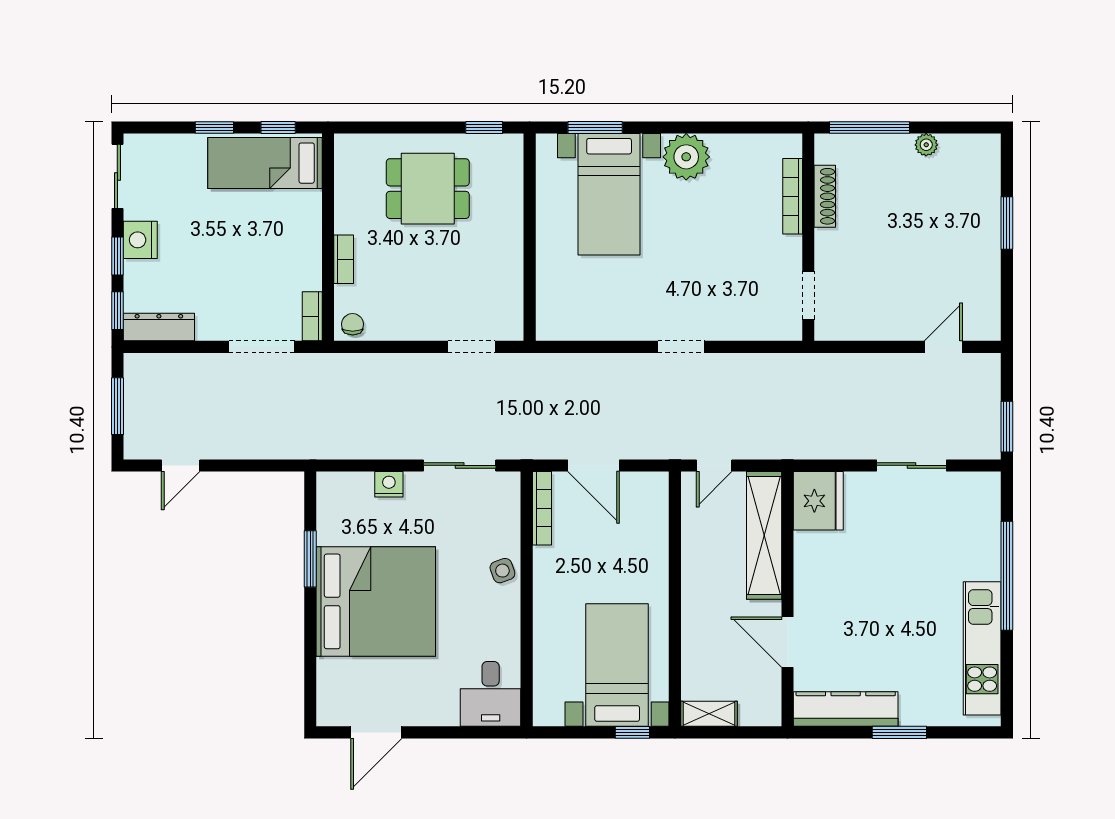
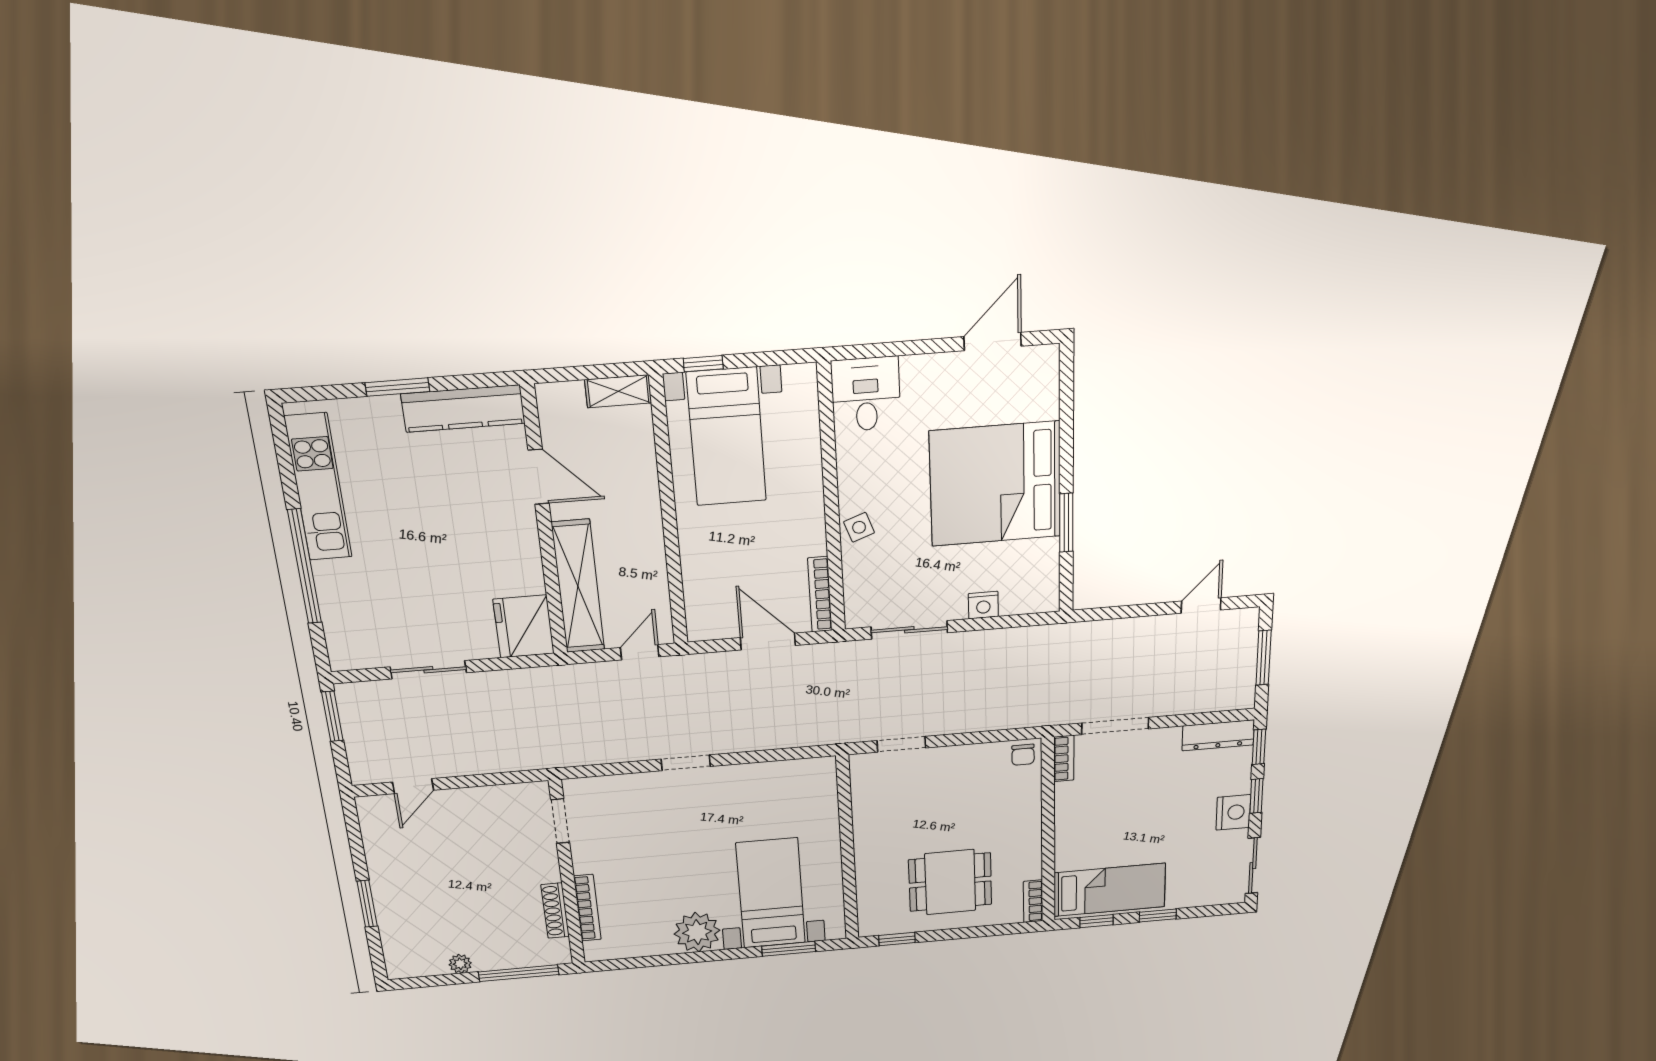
bookcase: (344, 259) -> (1033, 901), moved

